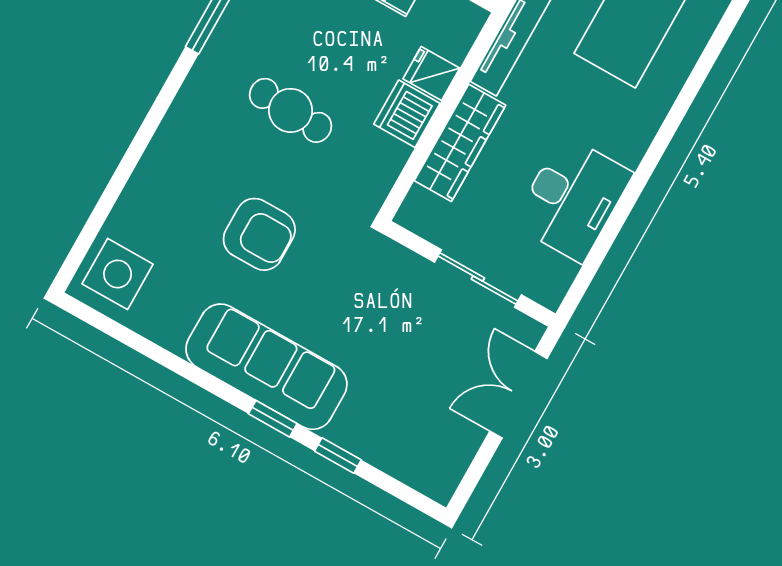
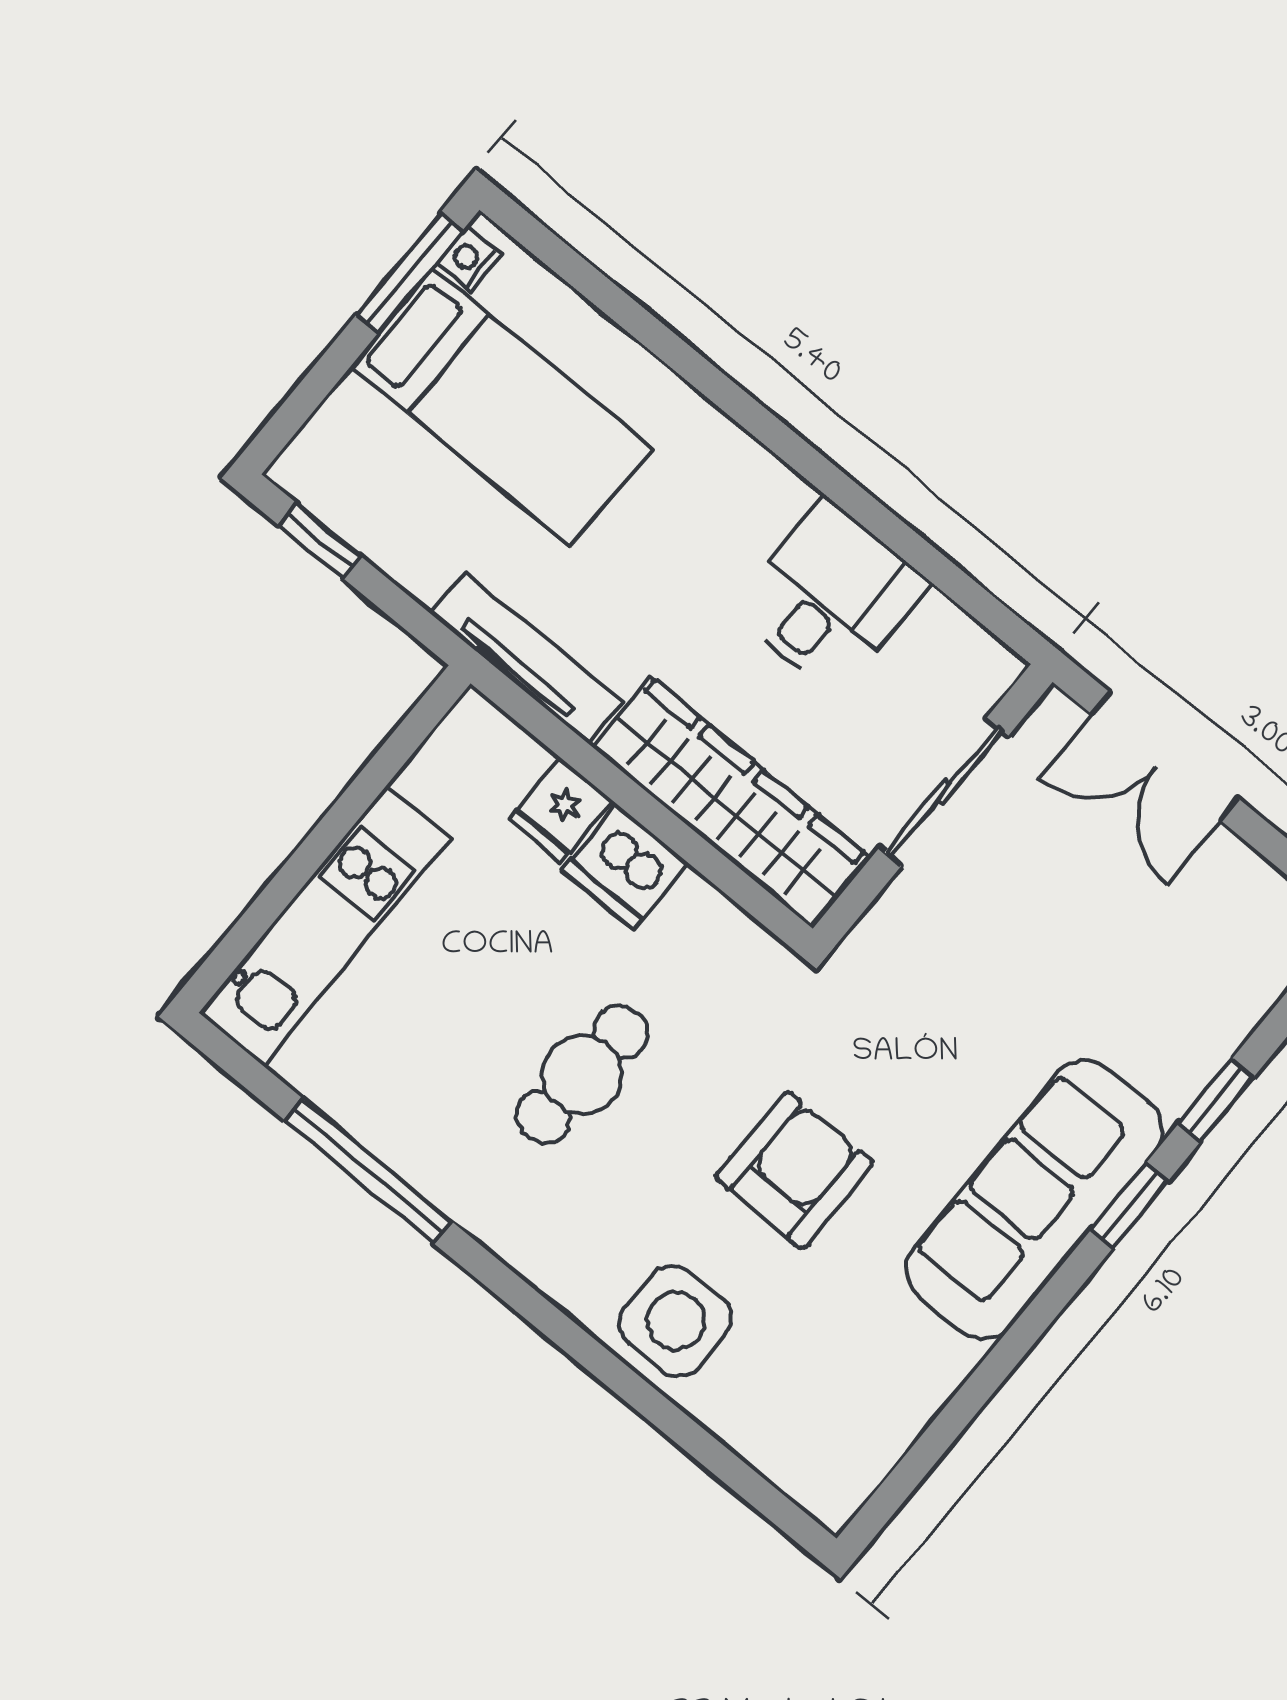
wardrobe: (460, 143) -> (730, 801), width x1.40, depth x1.17
desk: (572, 199) -> (830, 597), width x0.73
side table: (118, 274) -> (676, 1321), moved

